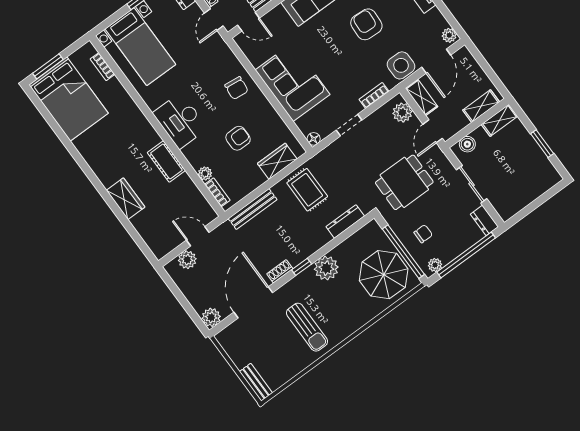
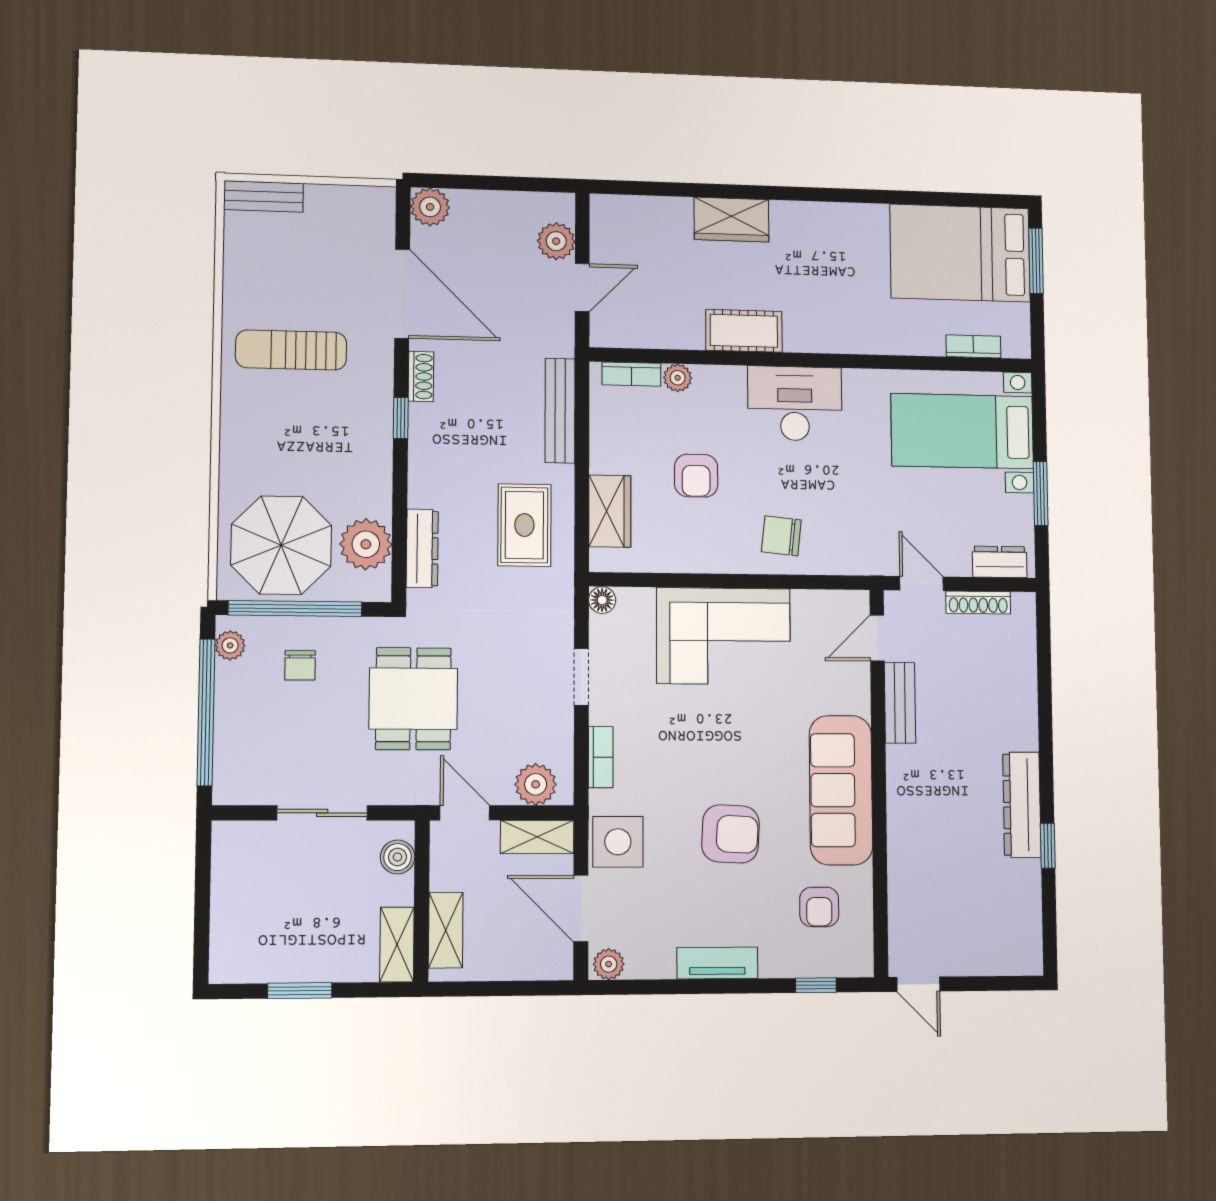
rug: (307, 190) -> (524, 525), turned 90
dresser: (484, 220) -> (242, 789), removed
plant: (326, 268) -> (366, 544), moved

